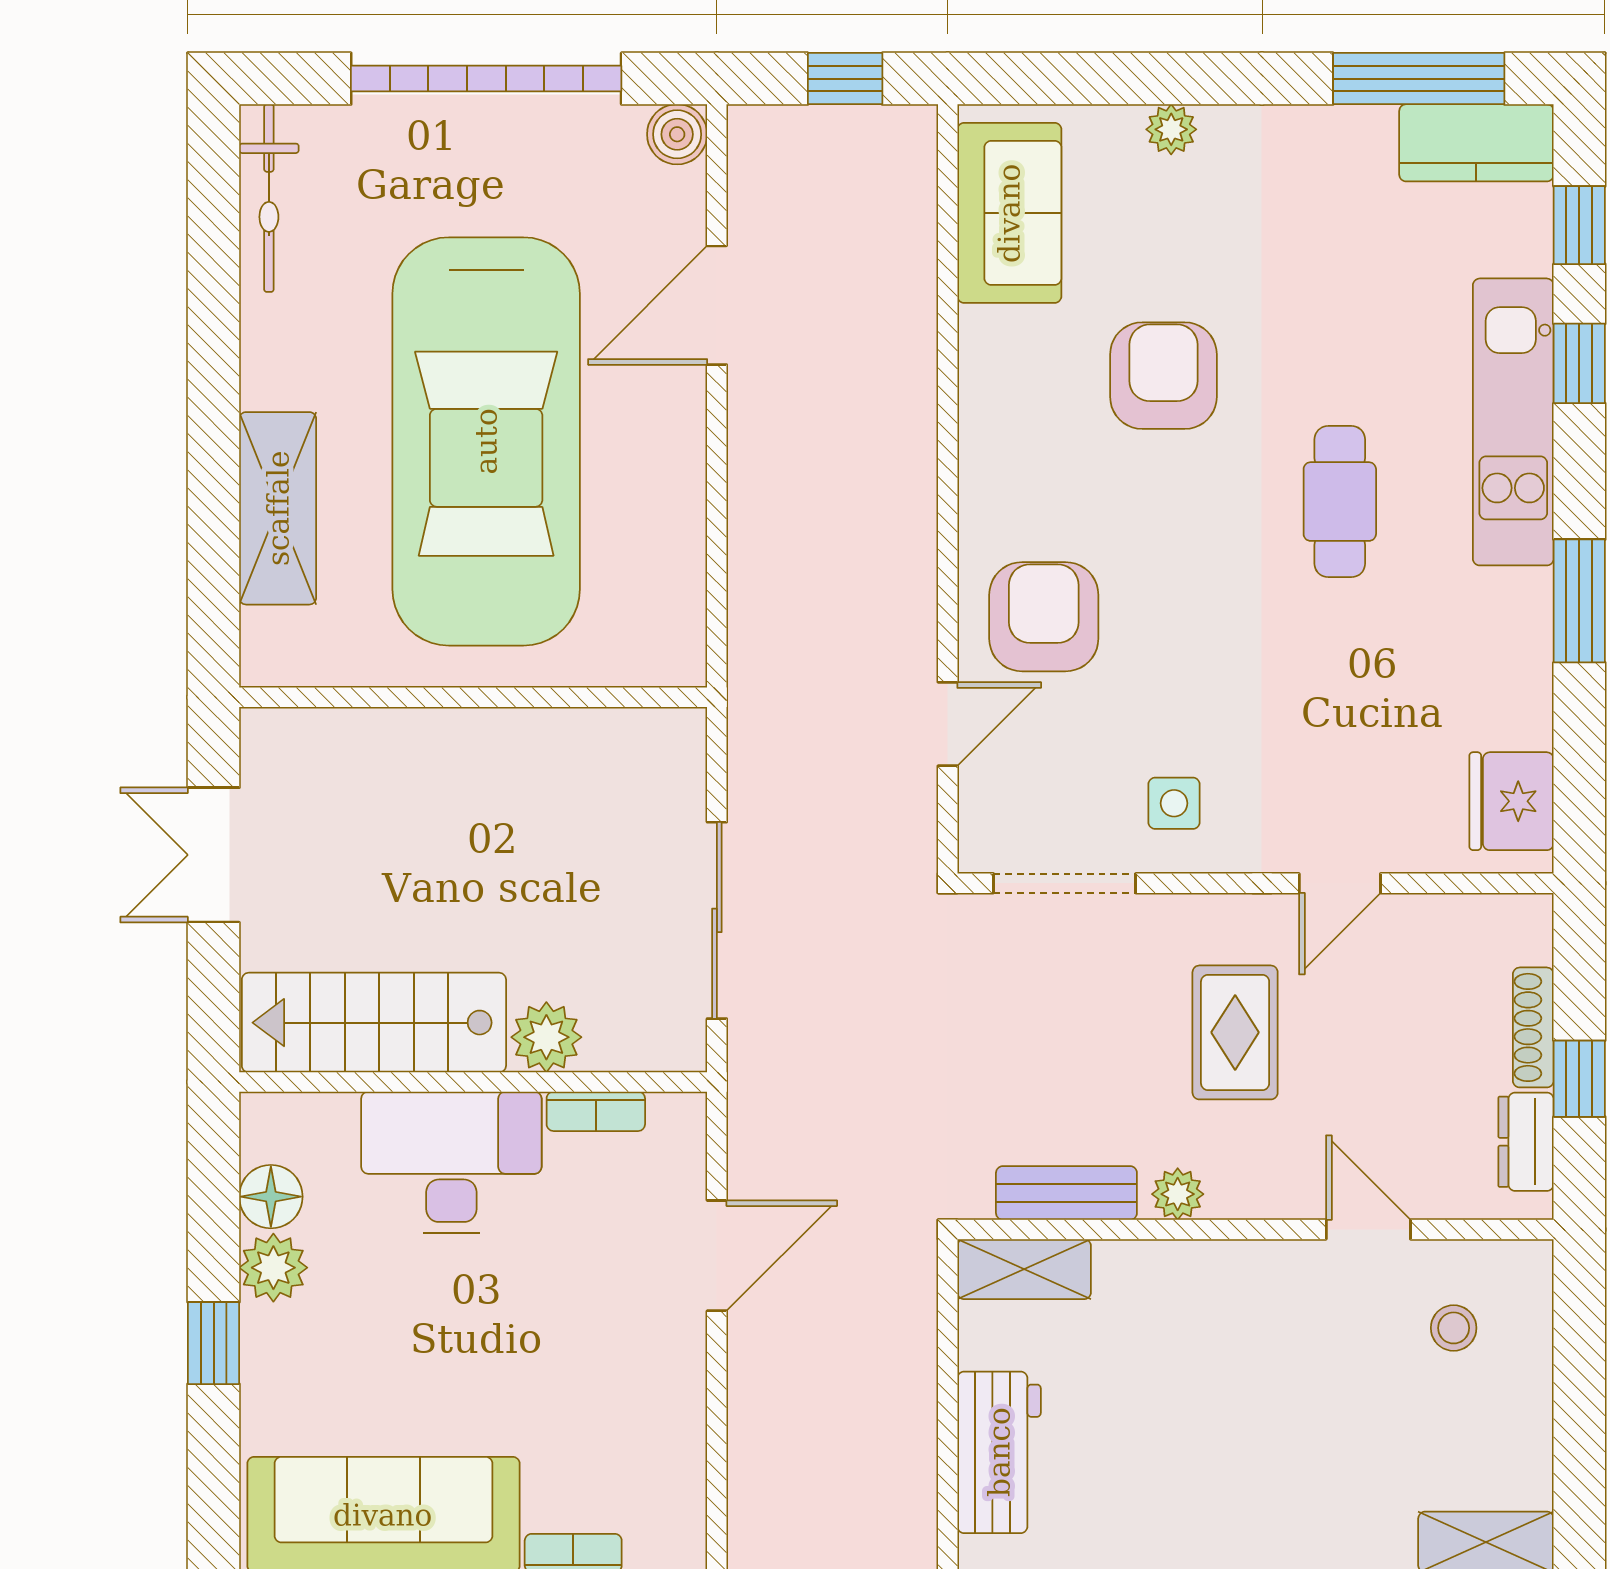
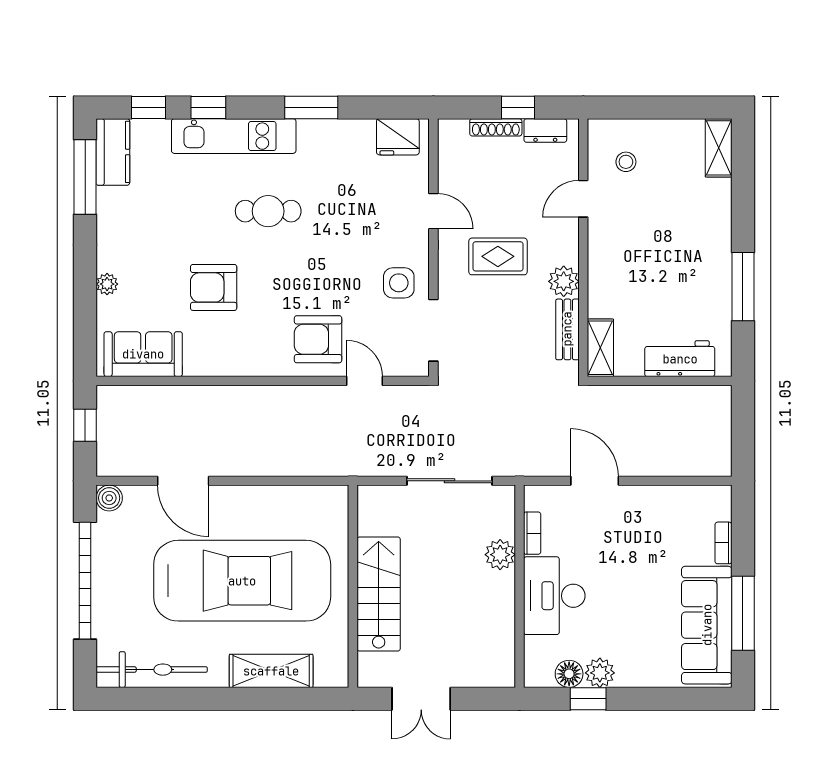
bicycle: (269, 198) -> (152, 670), width x1.37, depth x1.40
side table: (1174, 803) -> (399, 283), width x1.37, depth x1.37
stairs: (374, 1023) -> (379, 594), moved, turned 180
plant: (1178, 1194) -> (564, 281), width x1.38, depth x1.38
window: (214, 1343) -> (588, 699), moved

